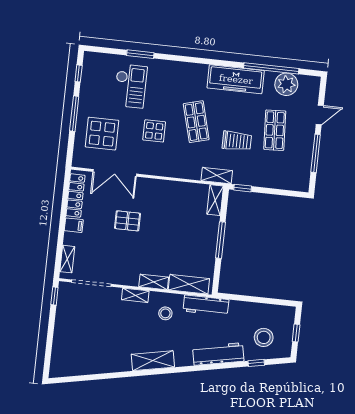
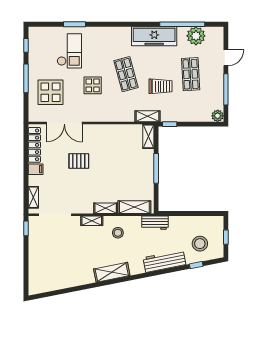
plant: (302, 184) -> (218, 116), added
workbench: (206, 305) -> (155, 223), width x0.73

